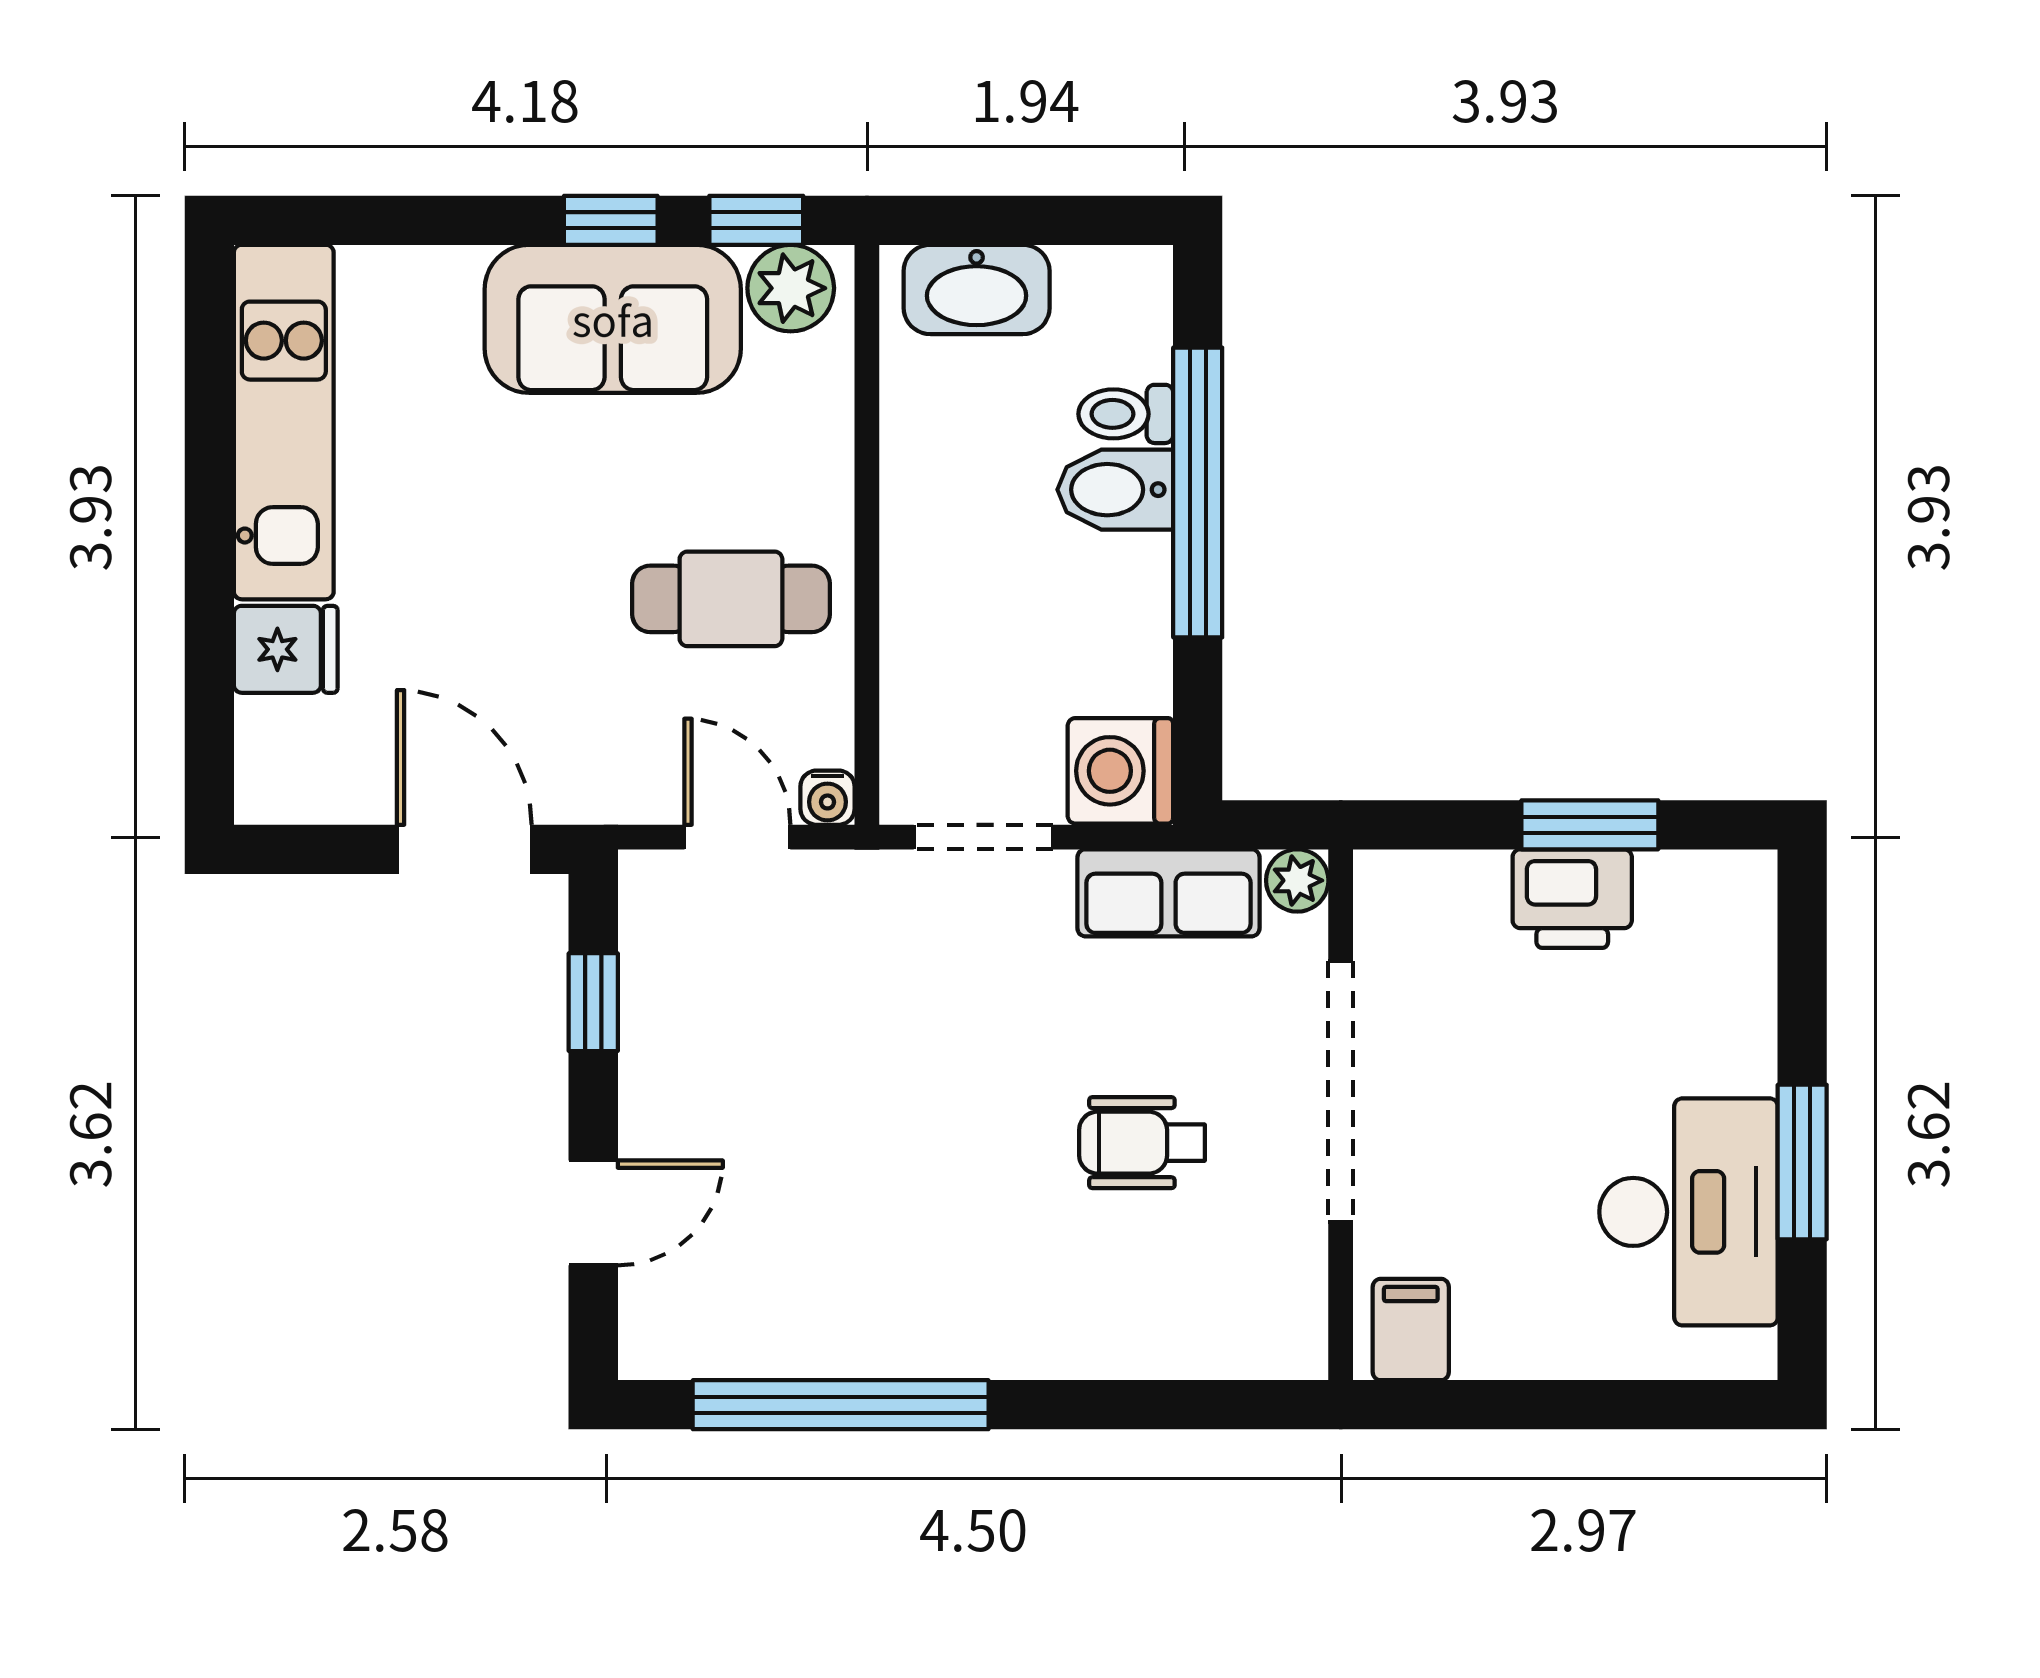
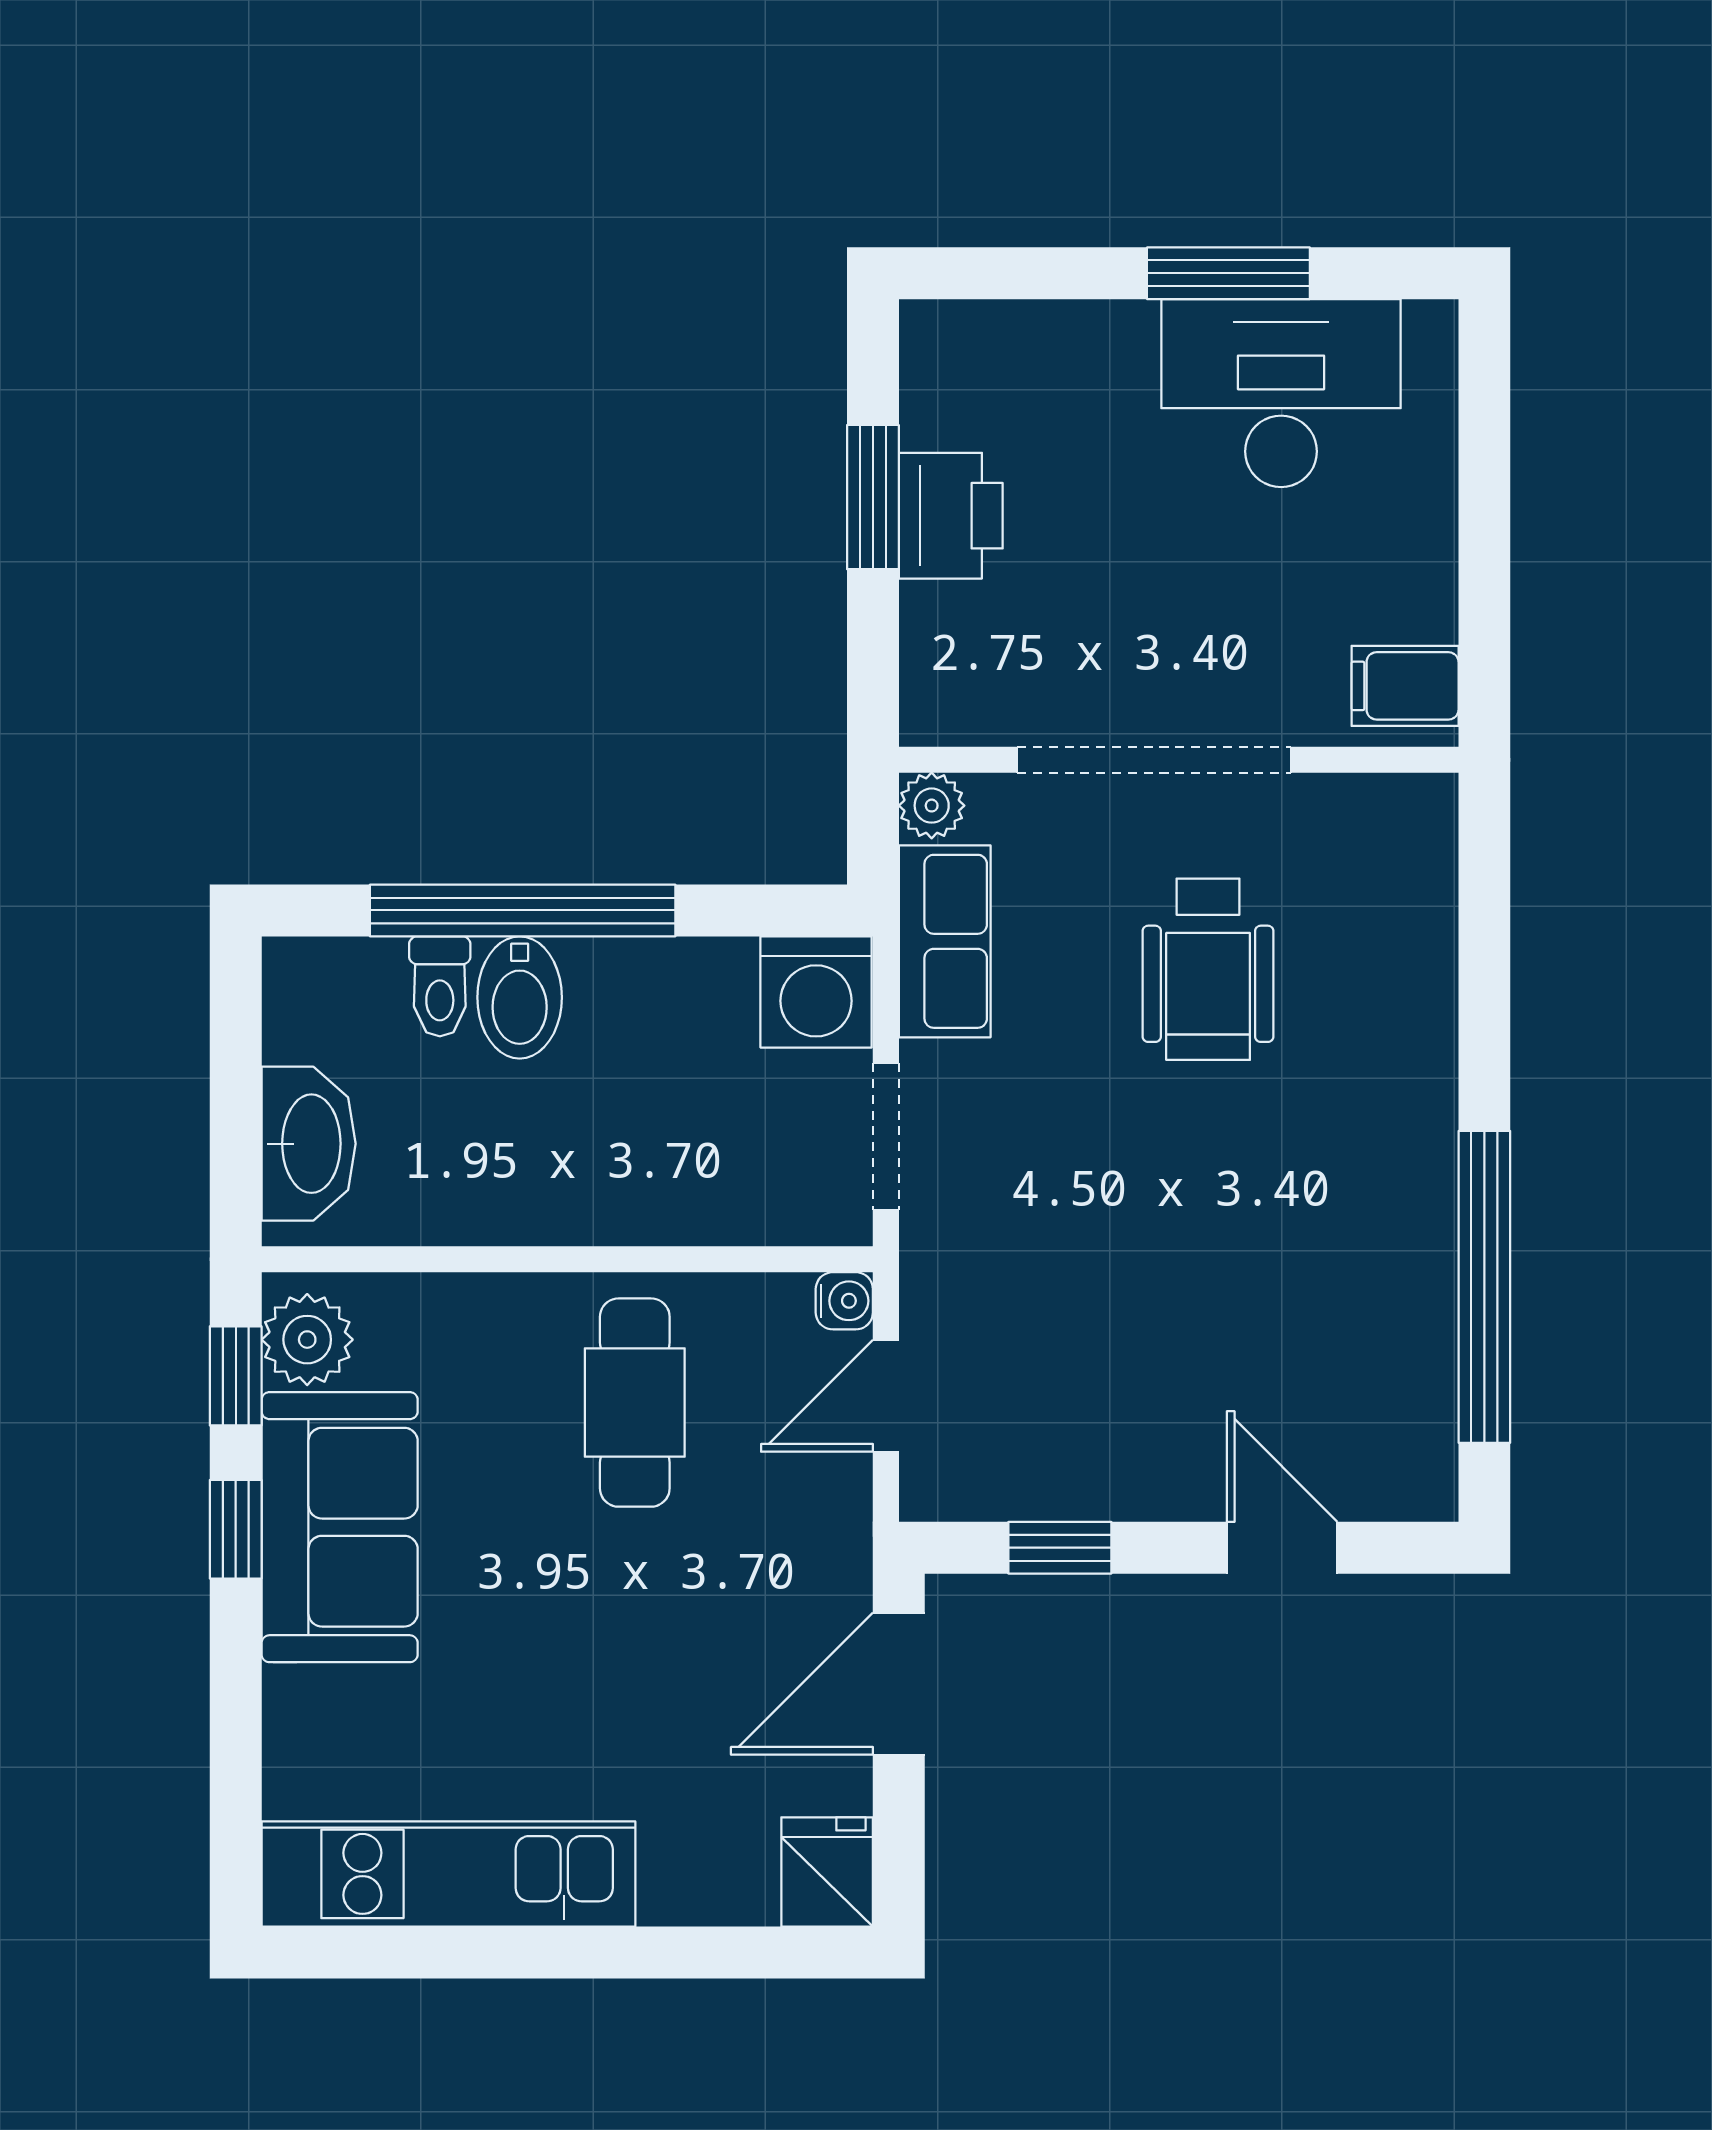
fridge: (286, 649) -> (827, 1872), moved
wheelchair: (1142, 1143) -> (1208, 969), width x1.36, depth x1.37

